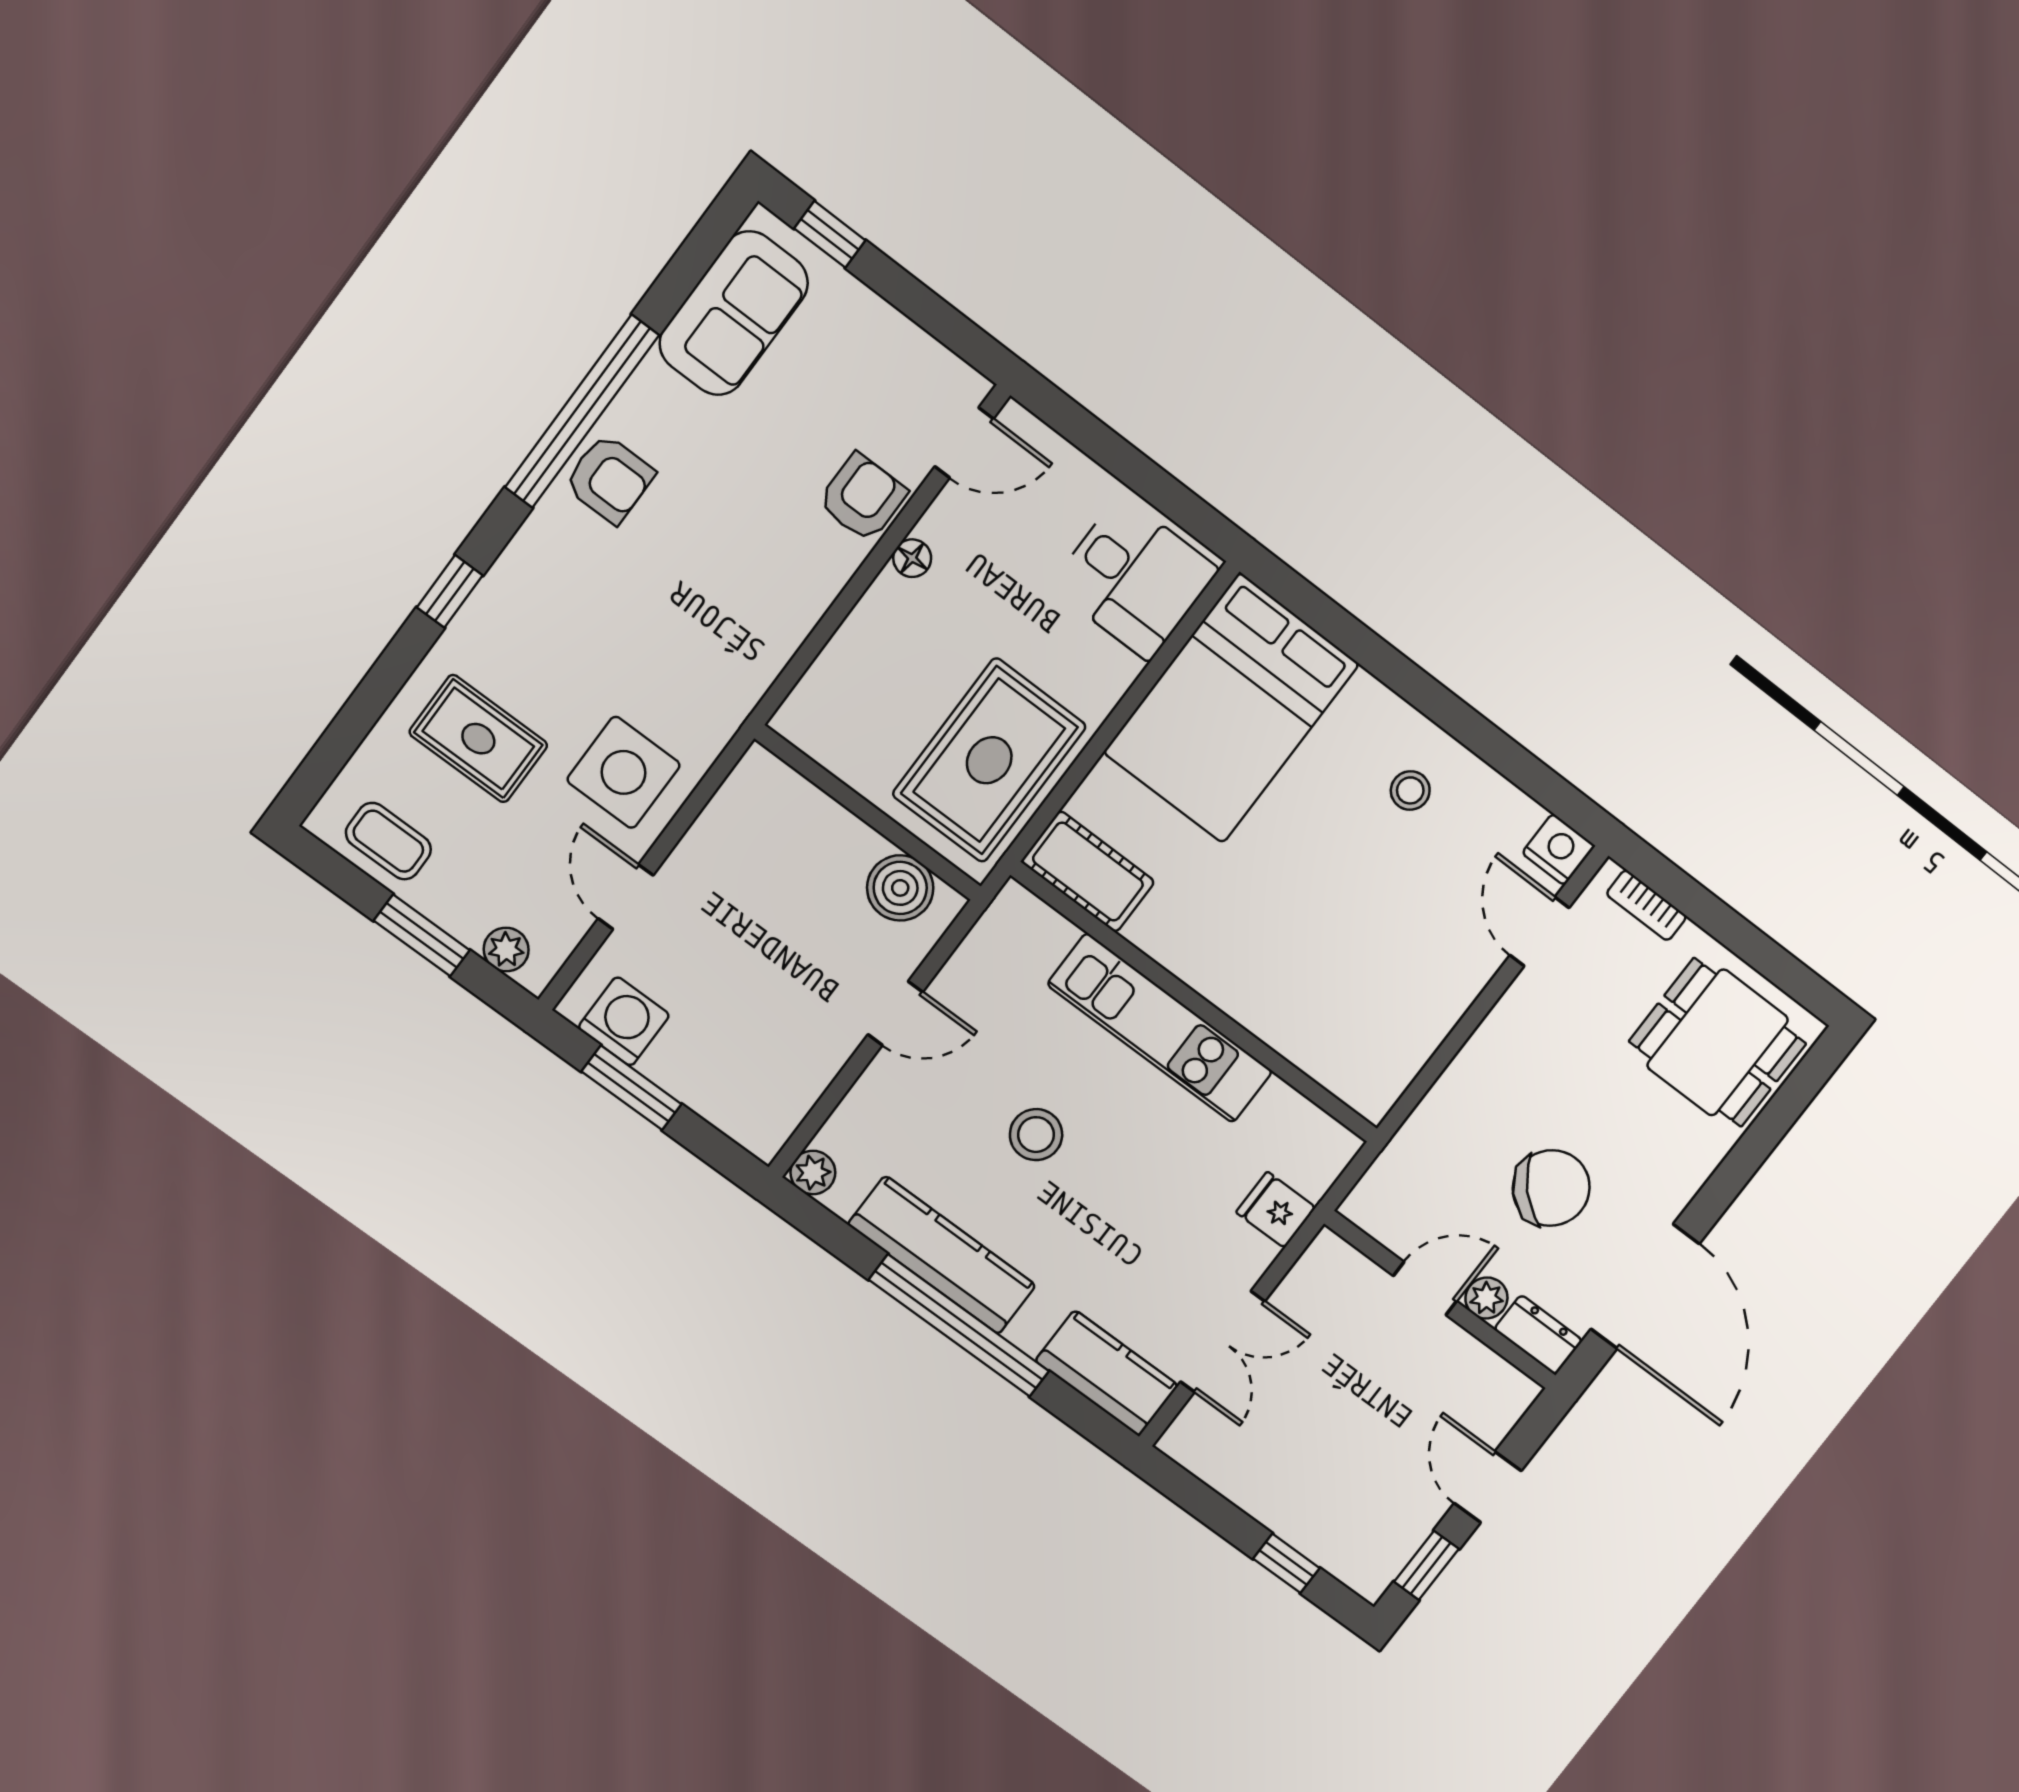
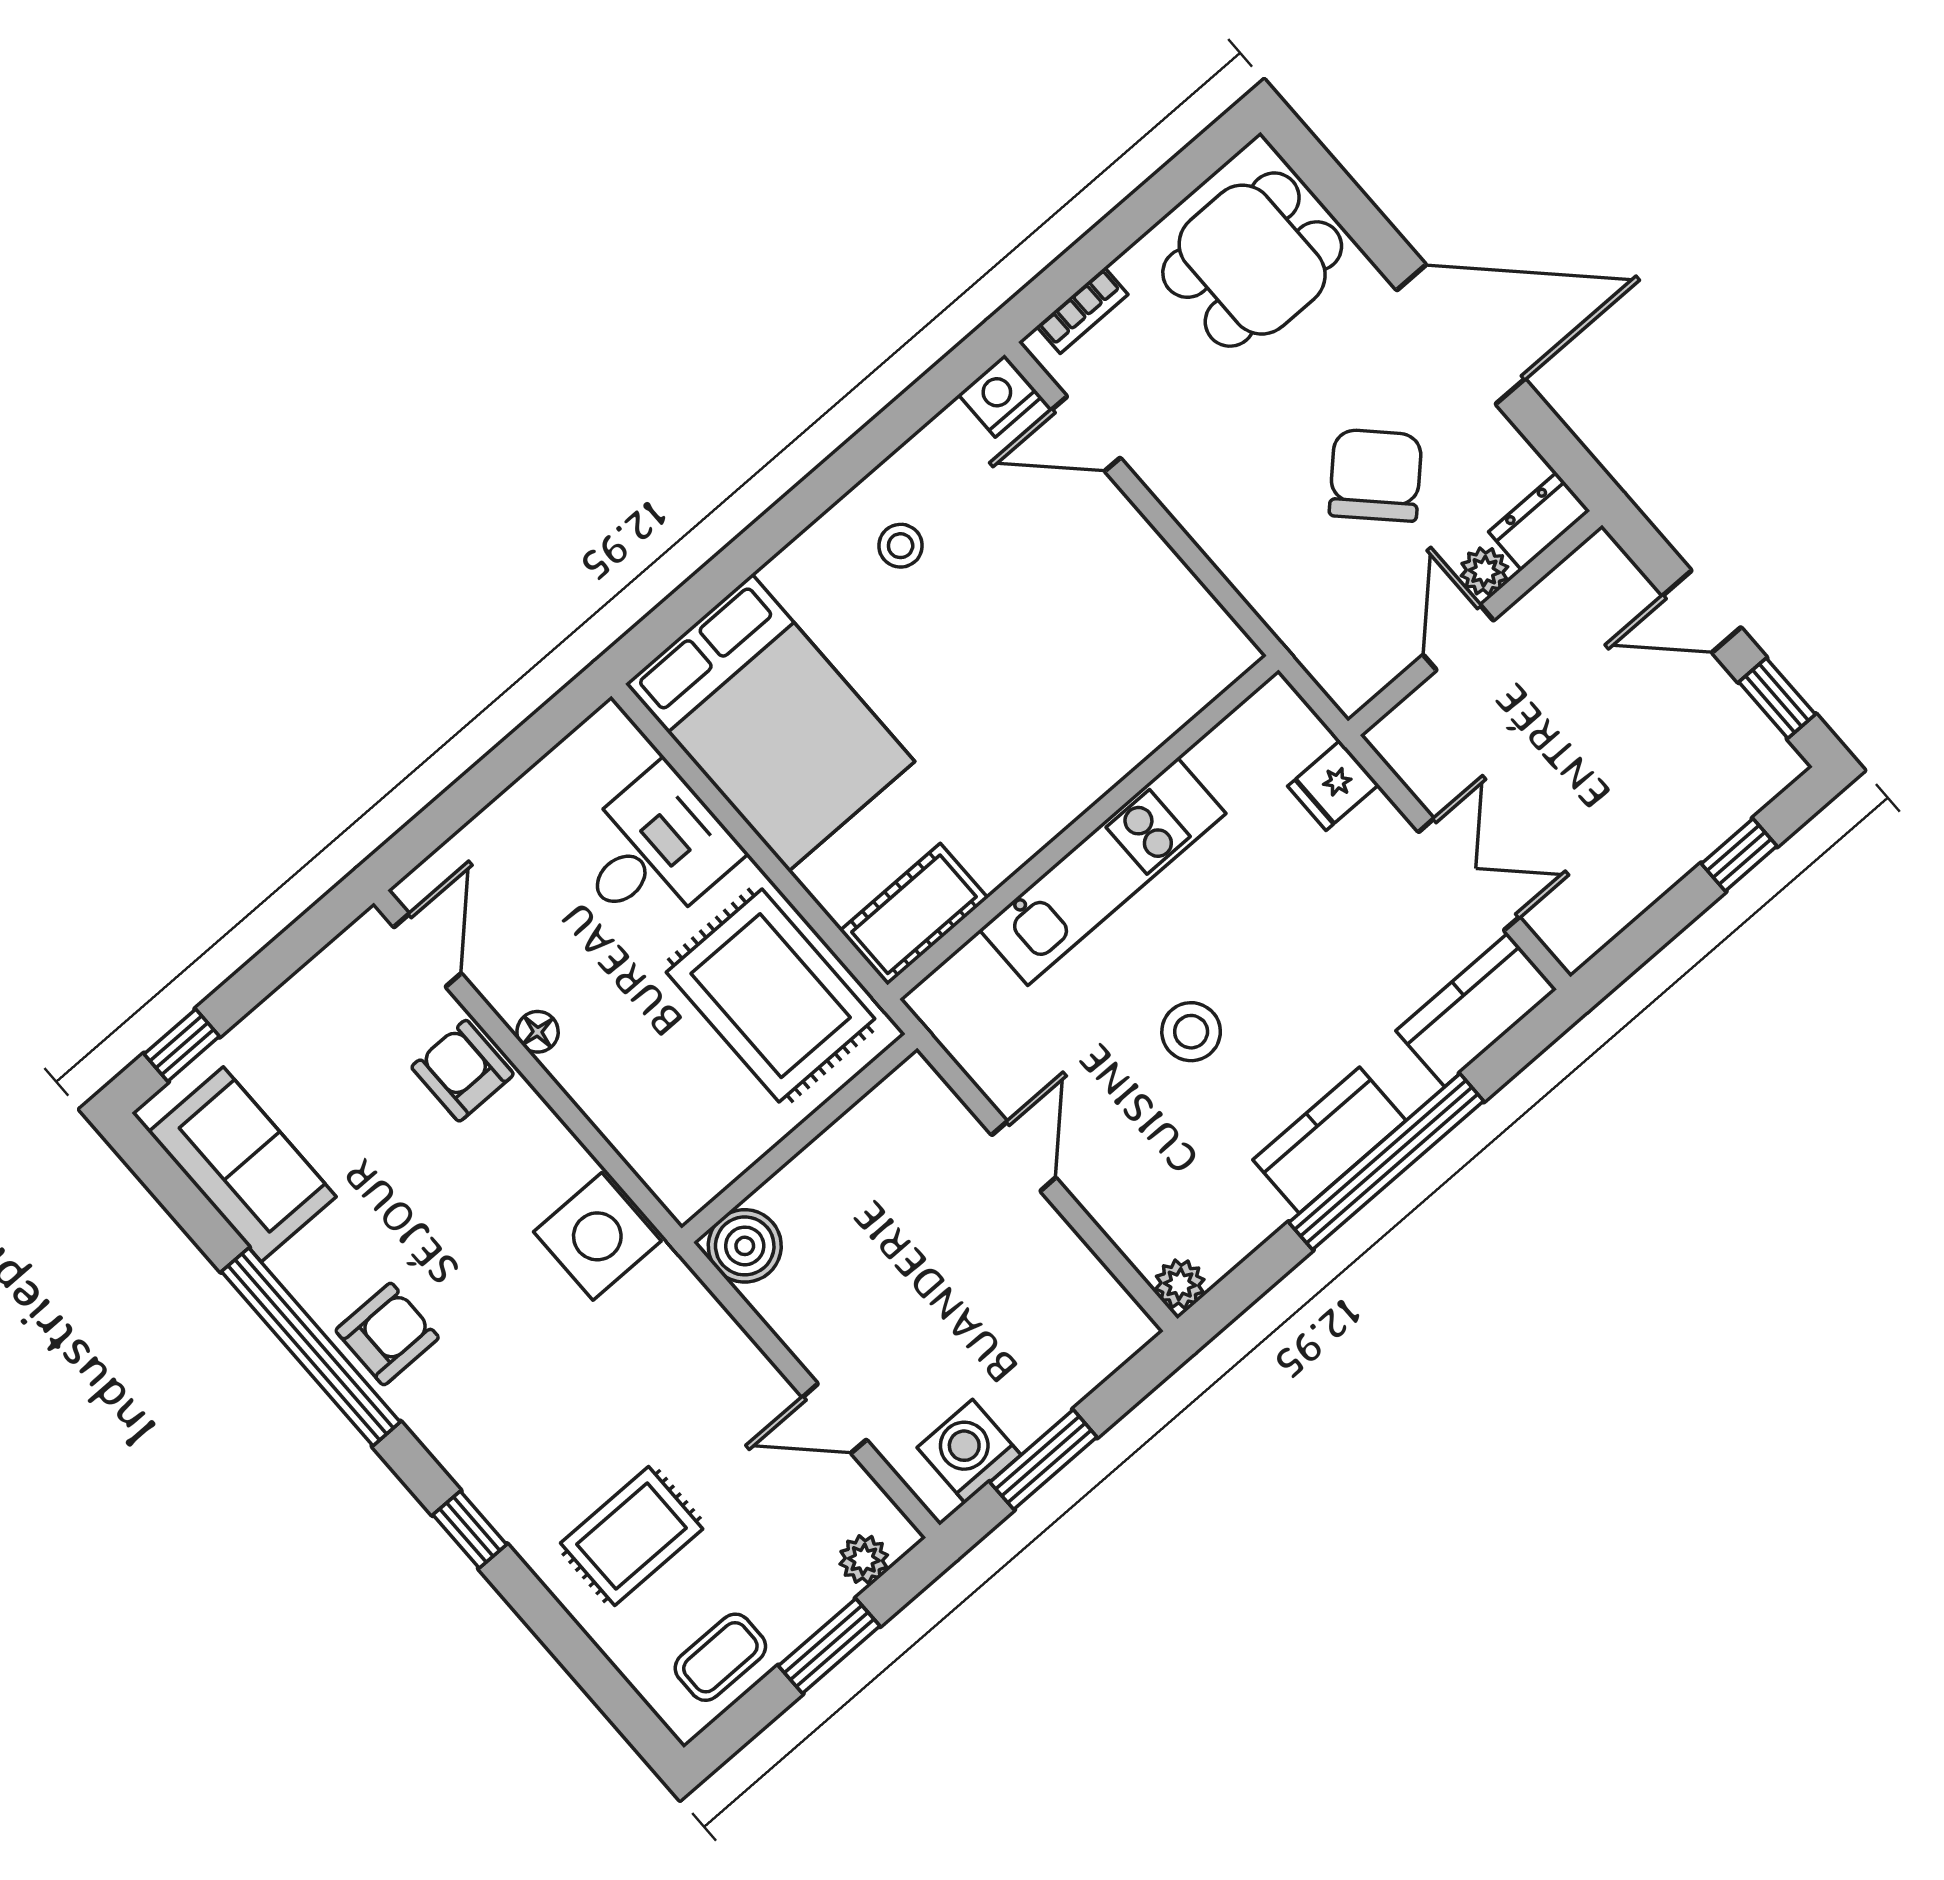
desk: (1134, 578) -> (654, 851), moved
side table: (624, 772) -> (597, 1236), moved
boiler: (900, 888) -> (745, 1246), moved
kitchen counter: (942, 1255) -> (1329, 1140), width x0.67
door: (1645, 1286) -> (1461, 334), moved

